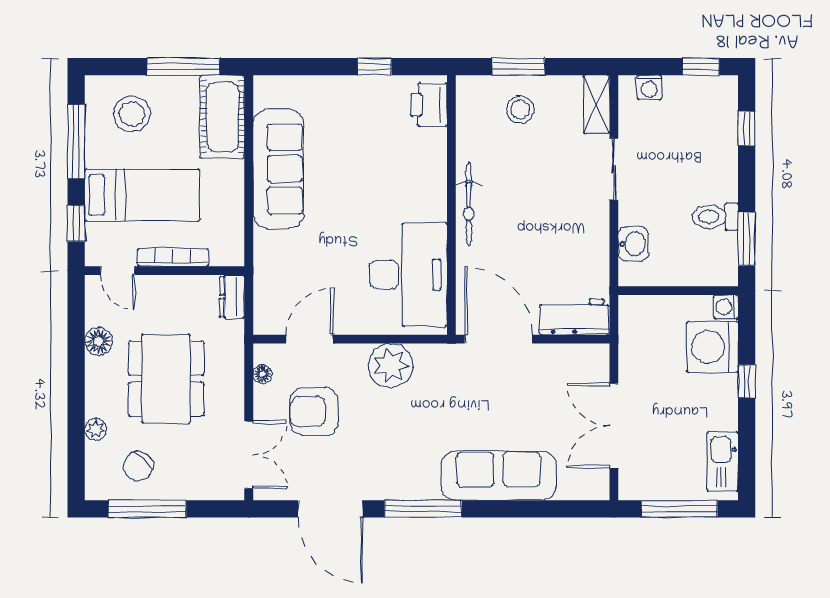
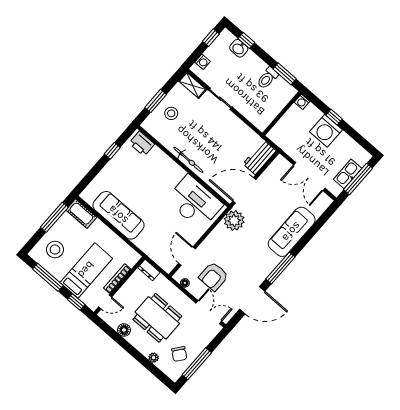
cot: (222, 117) -> (81, 214), width x0.73, depth x0.75
washbasin: (633, 244) -> (239, 48), moved, turned 180
washing machine: (712, 347) -> (326, 131), moved
plant: (391, 366) -> (234, 221), moved
kitchen sink: (723, 461) -> (348, 174), moved, turned 90

